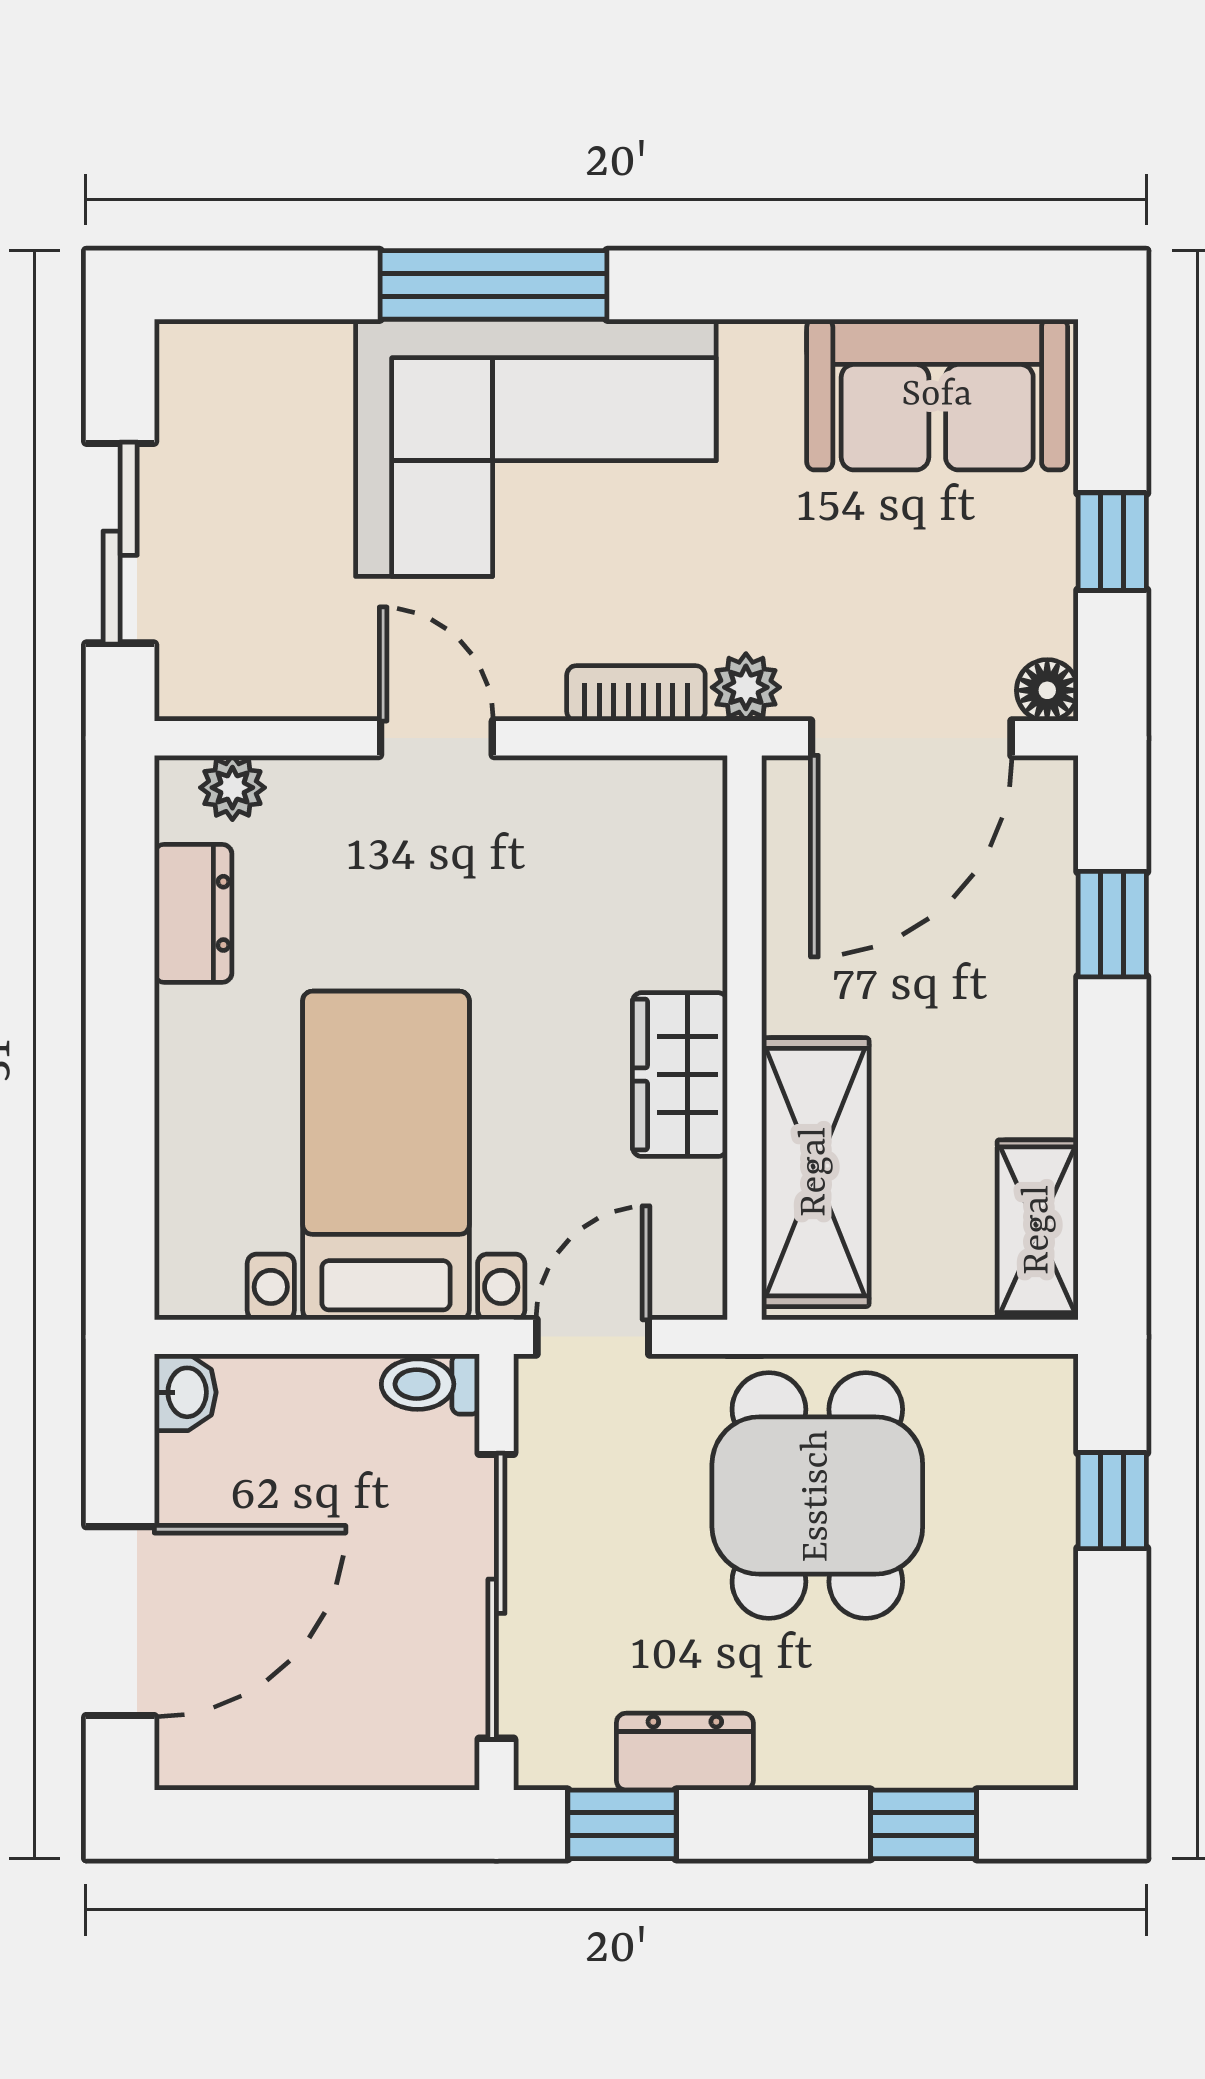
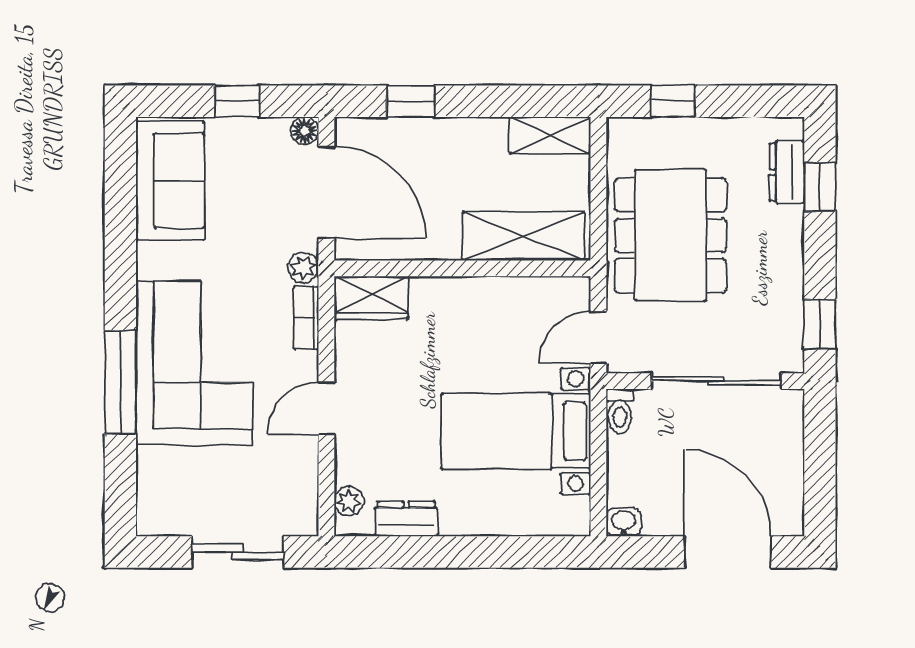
wardrobe: (680, 1075) -> (371, 298), moved
door: (593, 1337) -> (598, 337), hinge flipped
dining table: (817, 1496) -> (670, 235), width x1.37
dresser: (685, 1752) -> (787, 172), moved

